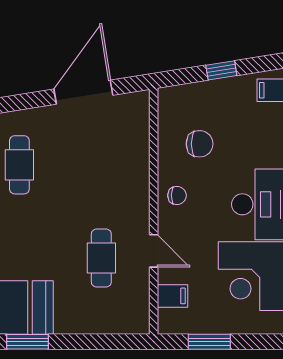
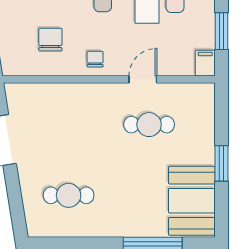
filing cabinet: (172, 296) -> (205, 63), moved
window: (27, 342) -> (221, 163), moved

